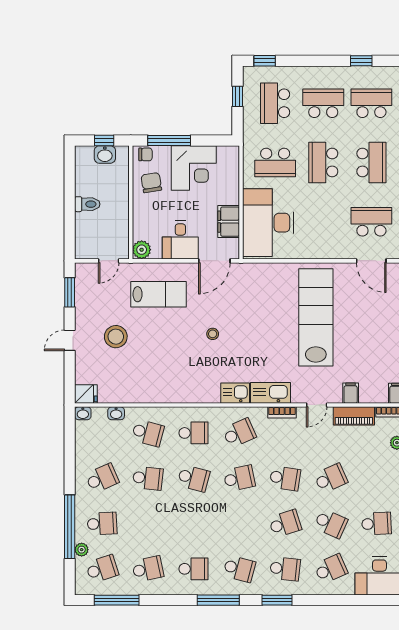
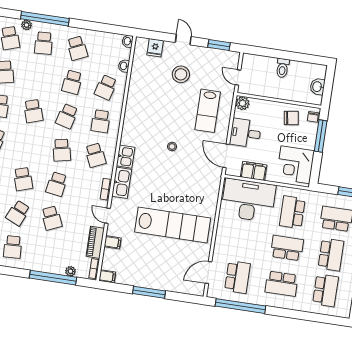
window: (104, 140) -> (328, 88), removed
corner desk: (194, 168) -> (295, 165), moved
fridge: (86, 394) -> (155, 48), moved
school desk: (194, 524) -> (33, 111), added

